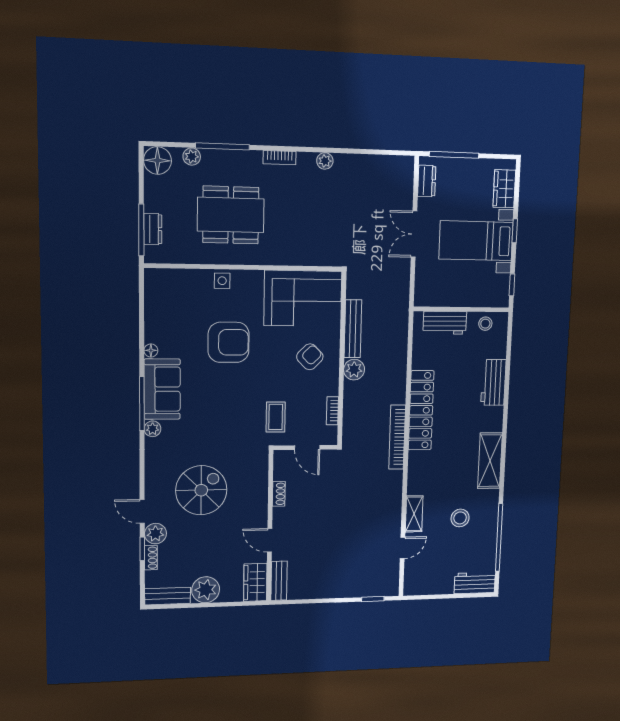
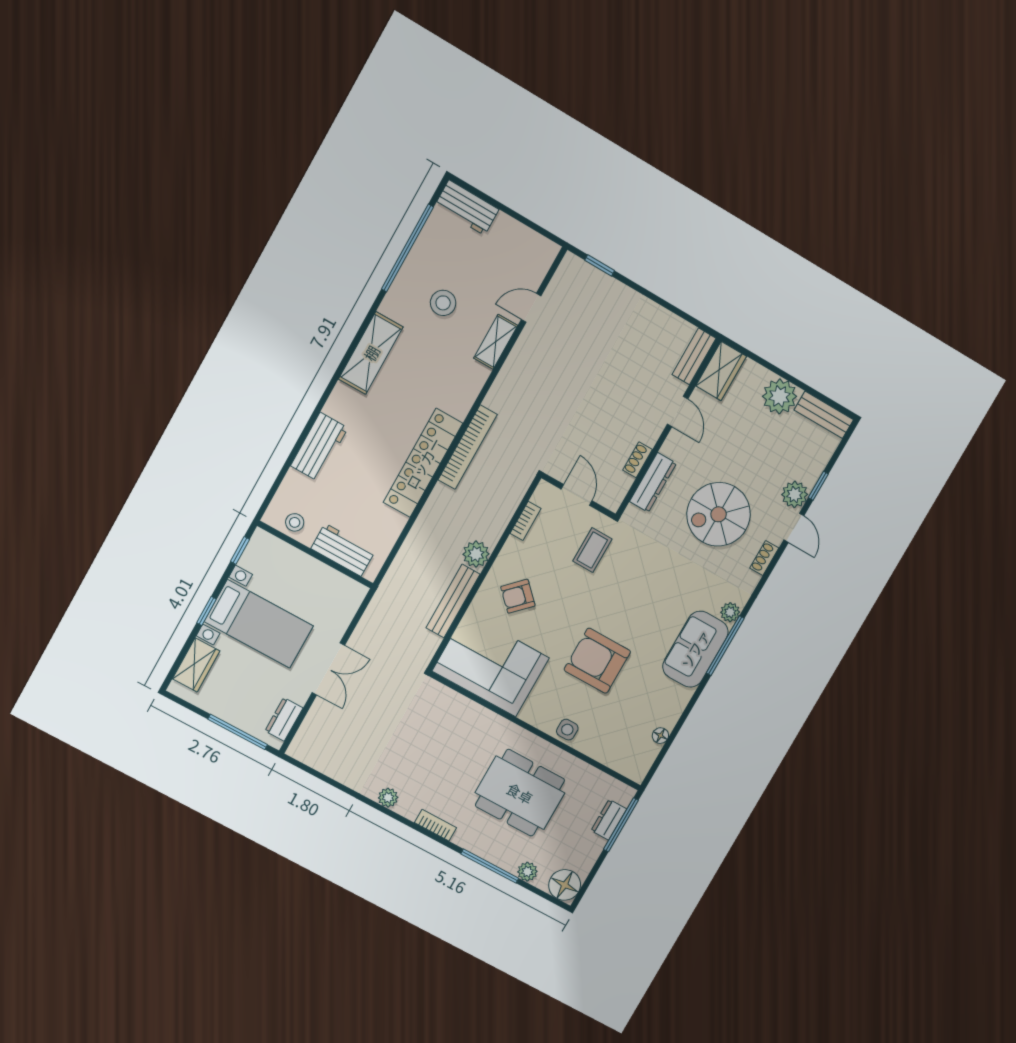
floor lamp: (151, 350) -> (660, 736), moved
dresser: (260, 485) -> (653, 482), added
shoe rack: (151, 558) -> (764, 558), moved

